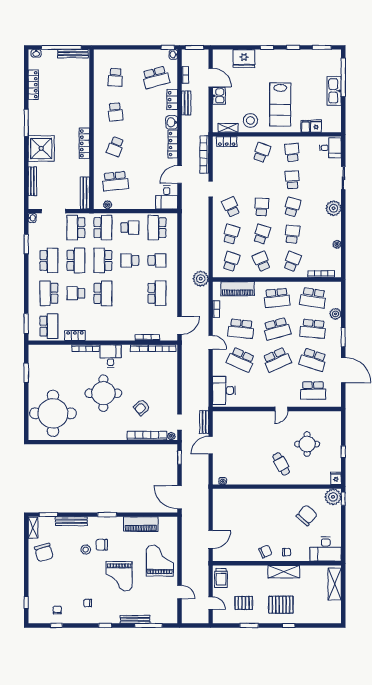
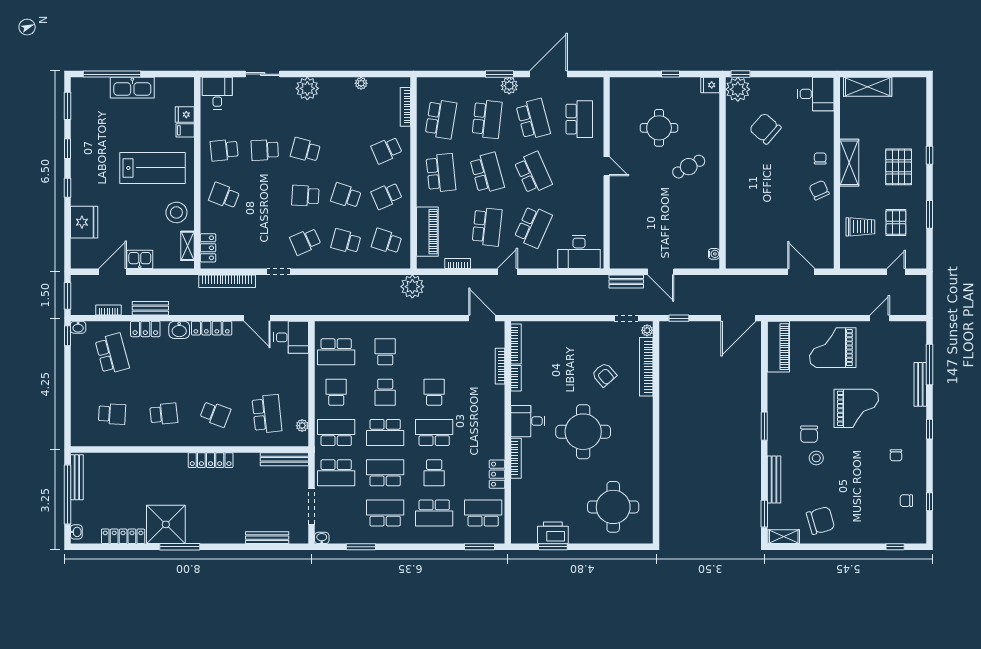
shower: (41, 149) -> (166, 524), moved
school desk: (292, 234) -> (346, 150), removed
school desk: (292, 261) -> (387, 150), turned -45
school desk: (157, 293) -> (434, 392), moved, width x0.54
plant: (335, 314) -> (509, 86), moved
school desk: (313, 360) -> (533, 119), turned -33
printer: (36, 373) -> (553, 533), added
round table: (53, 413) -> (613, 507), width x0.73, depth x0.73
piano: (141, 524) -> (778, 347), moved
desk: (326, 549) -> (816, 94), width x0.73
trolley: (221, 578) -> (860, 227), moved

